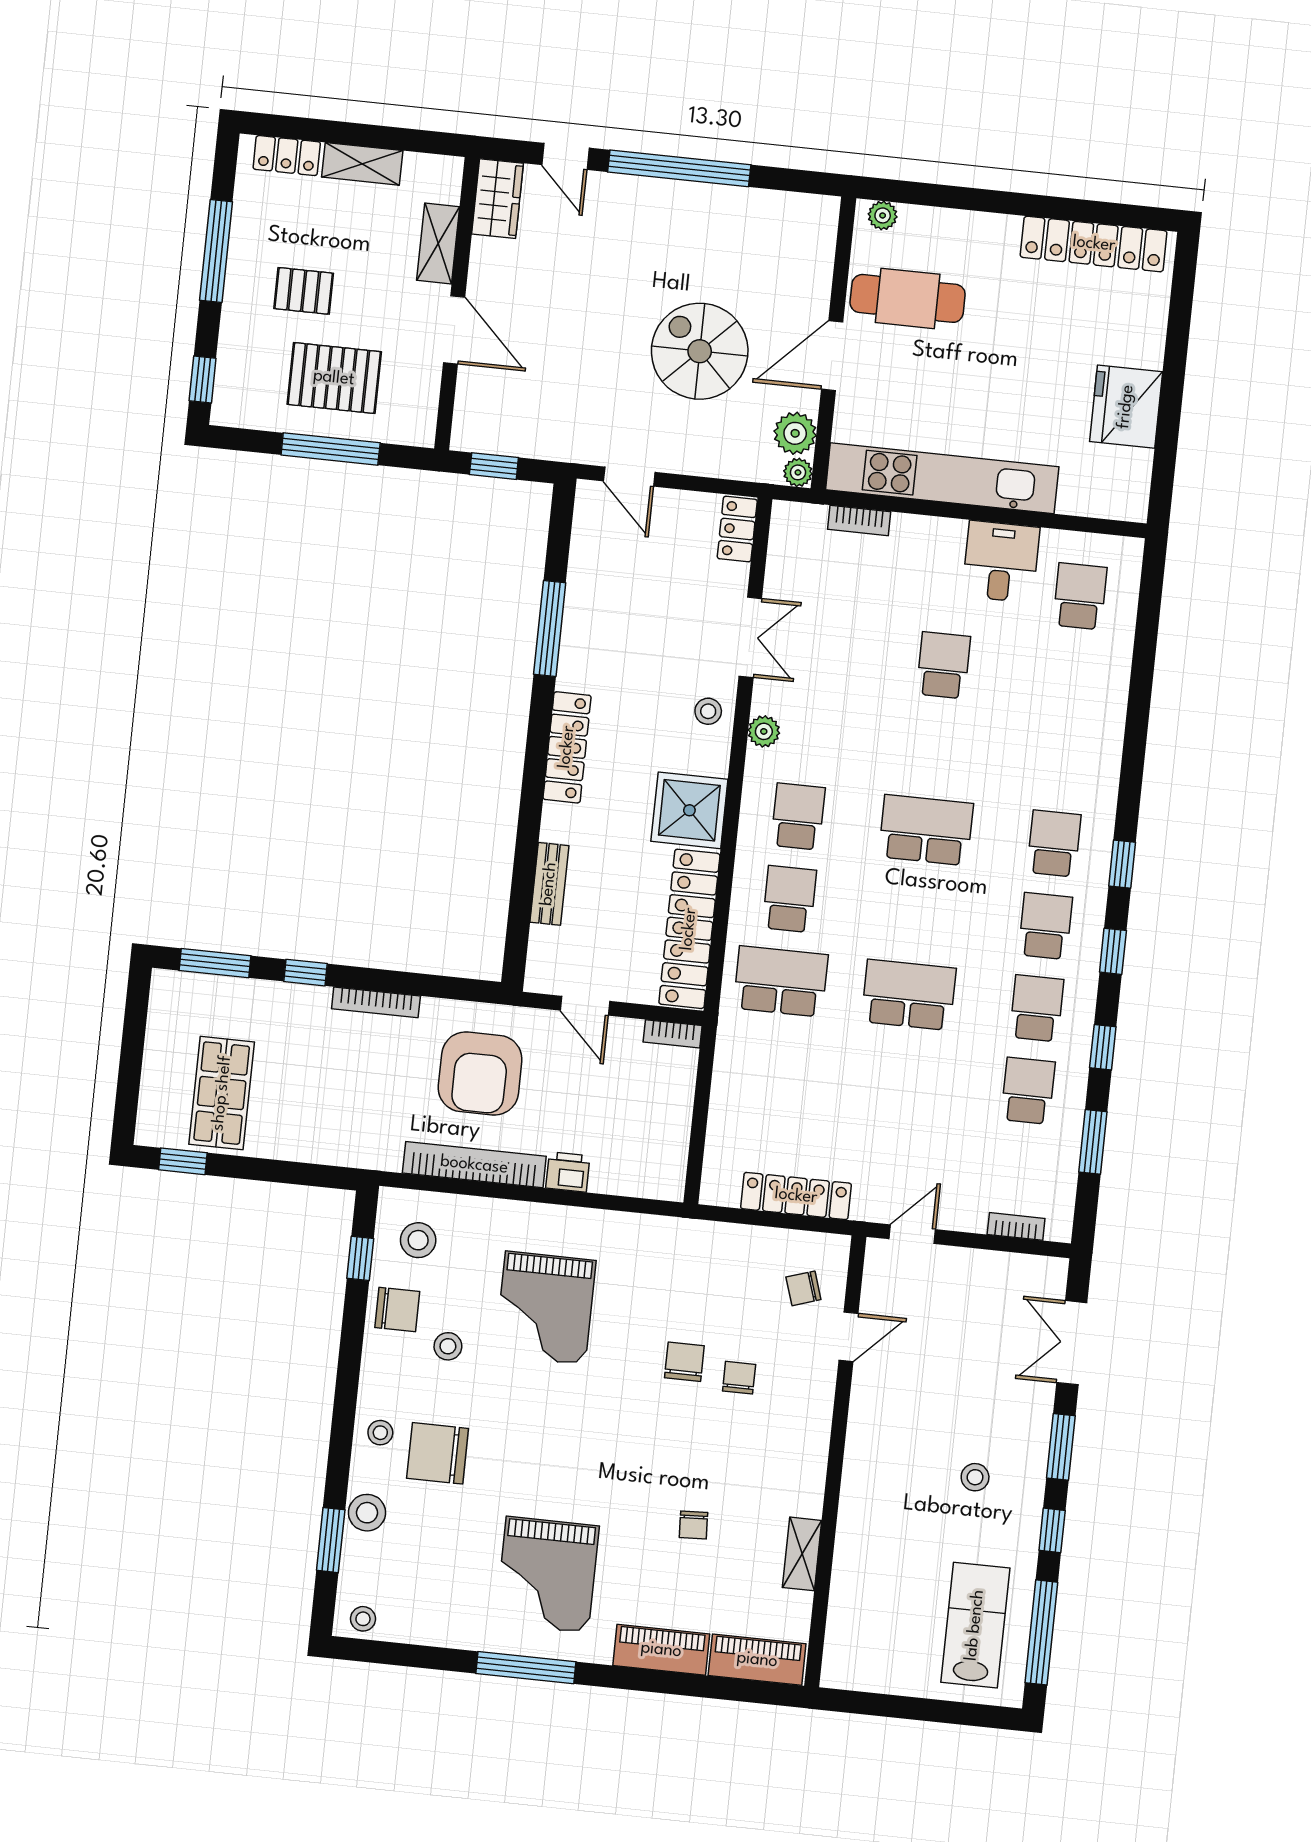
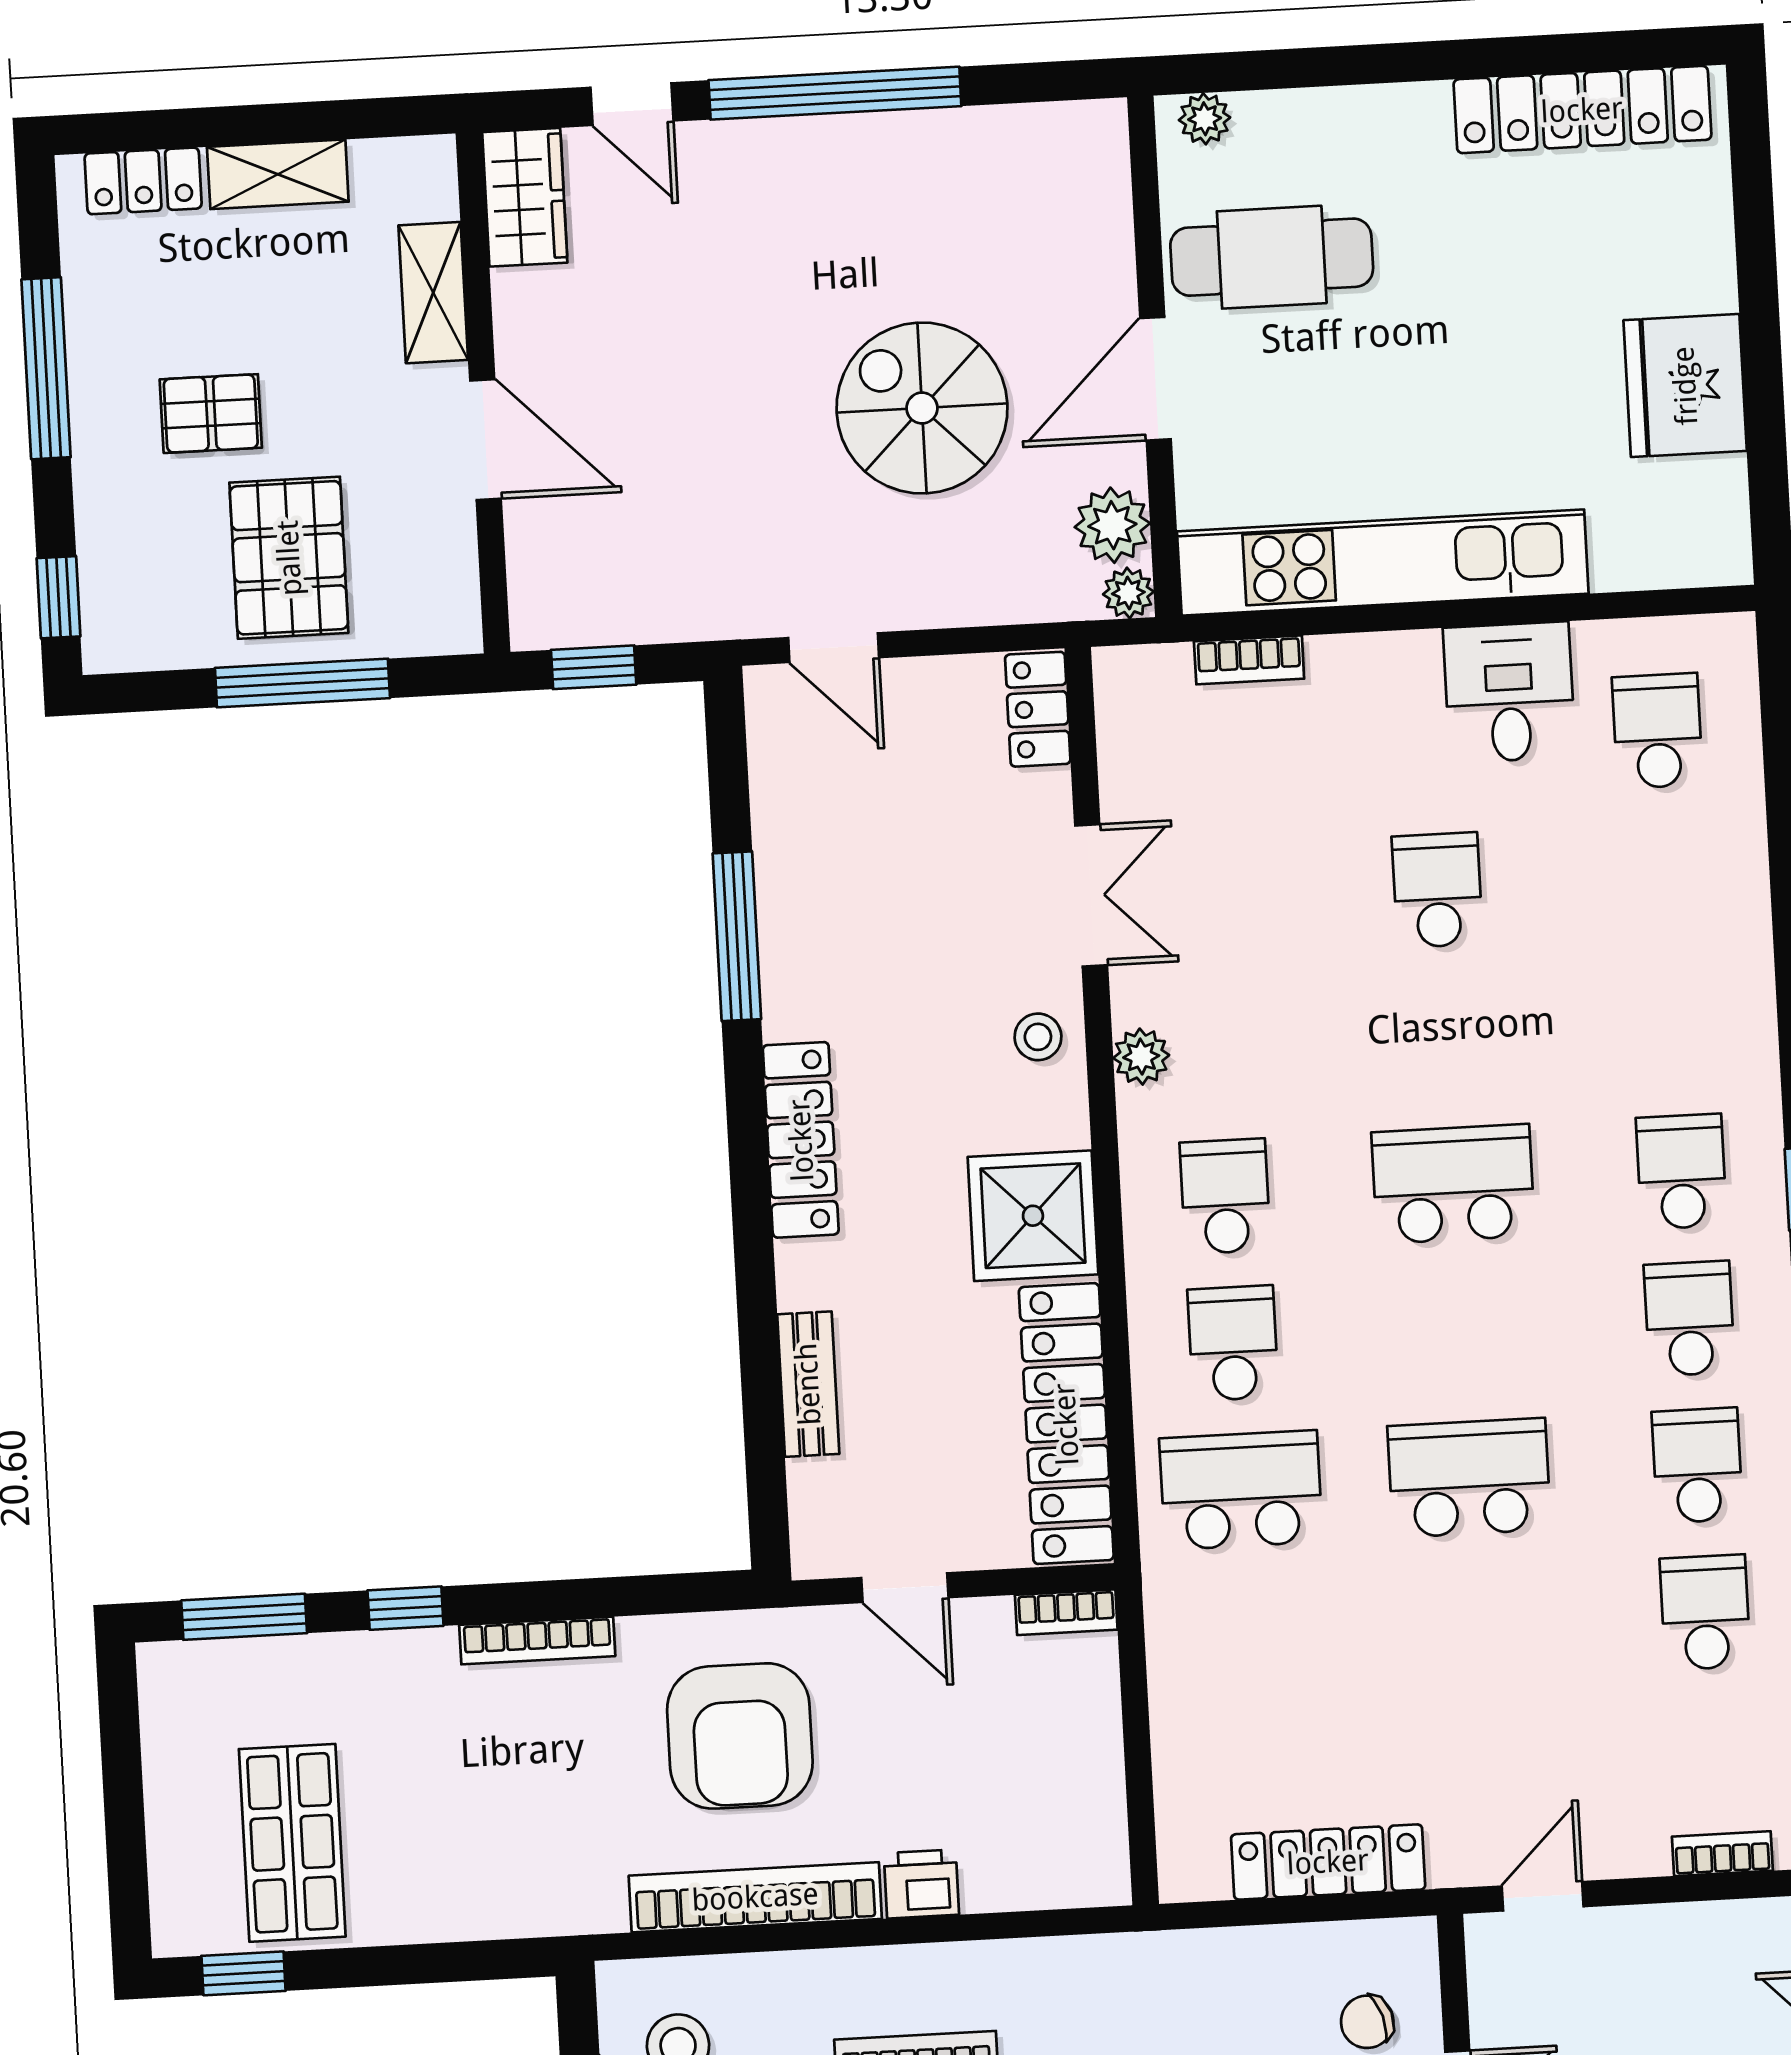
pallet: (334, 378) -> (289, 558), turned 90

